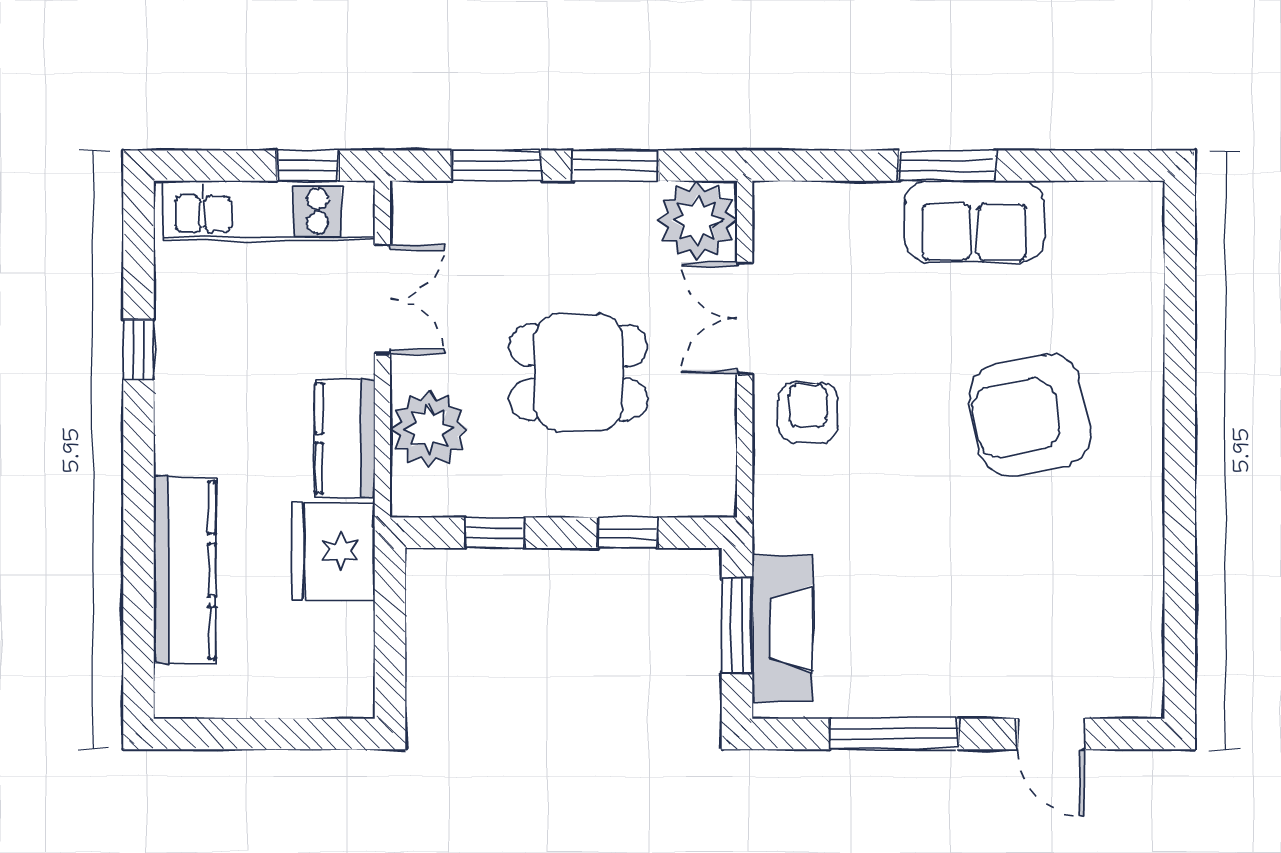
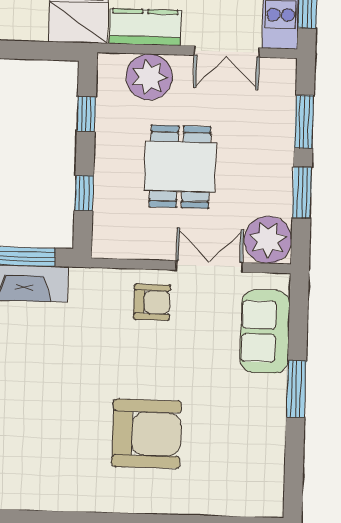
sofa: (974, 221) -> (265, 331), moved
armchair: (1030, 415) -> (147, 434), turned 101

